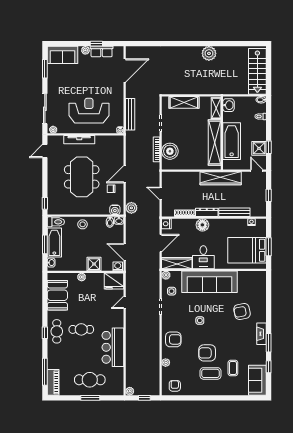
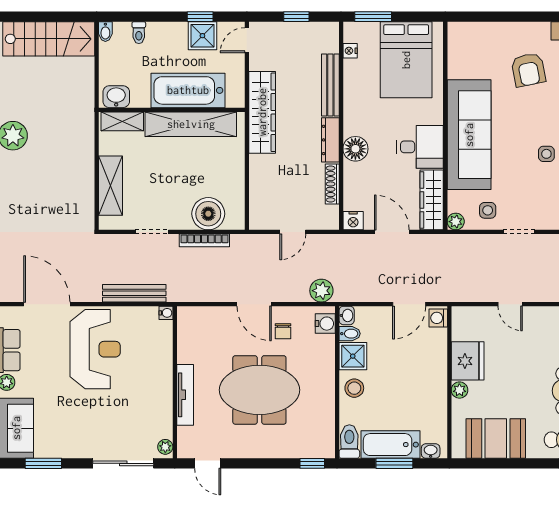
reception desk: (89, 111) -> (95, 349), moved, turned 180
window: (269, 247) -> (373, 17), moved
shower: (94, 264) -> (353, 356), moved
fridge: (114, 281) -> (468, 361), moved

